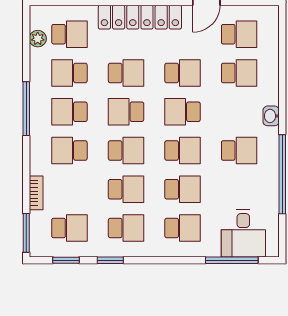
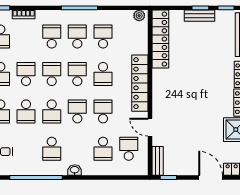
school desk: (69, 34) -> (129, 37), removed
school desk: (239, 34) -> (129, 149), turned 180
plant: (38, 39) -> (139, 16), moved
school desk: (183, 73) -> (103, 111), turned 180
school desk: (126, 150) -> (52, 74), turned 180
school desk: (126, 189) -> (26, 74), turned 180

